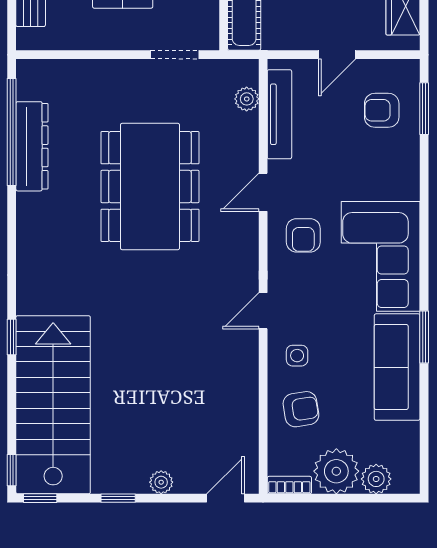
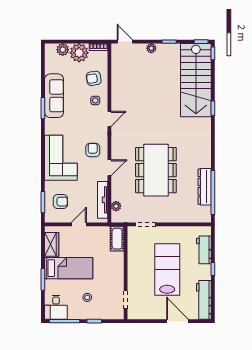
corner sofa: (381, 256) -> (61, 158), moved
door: (225, 498) -> (125, 42), swing flipped

